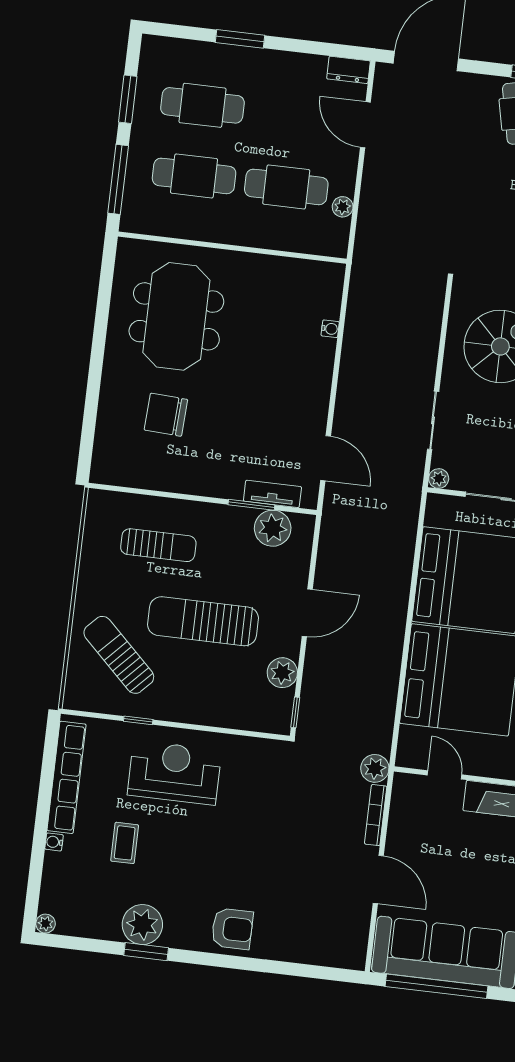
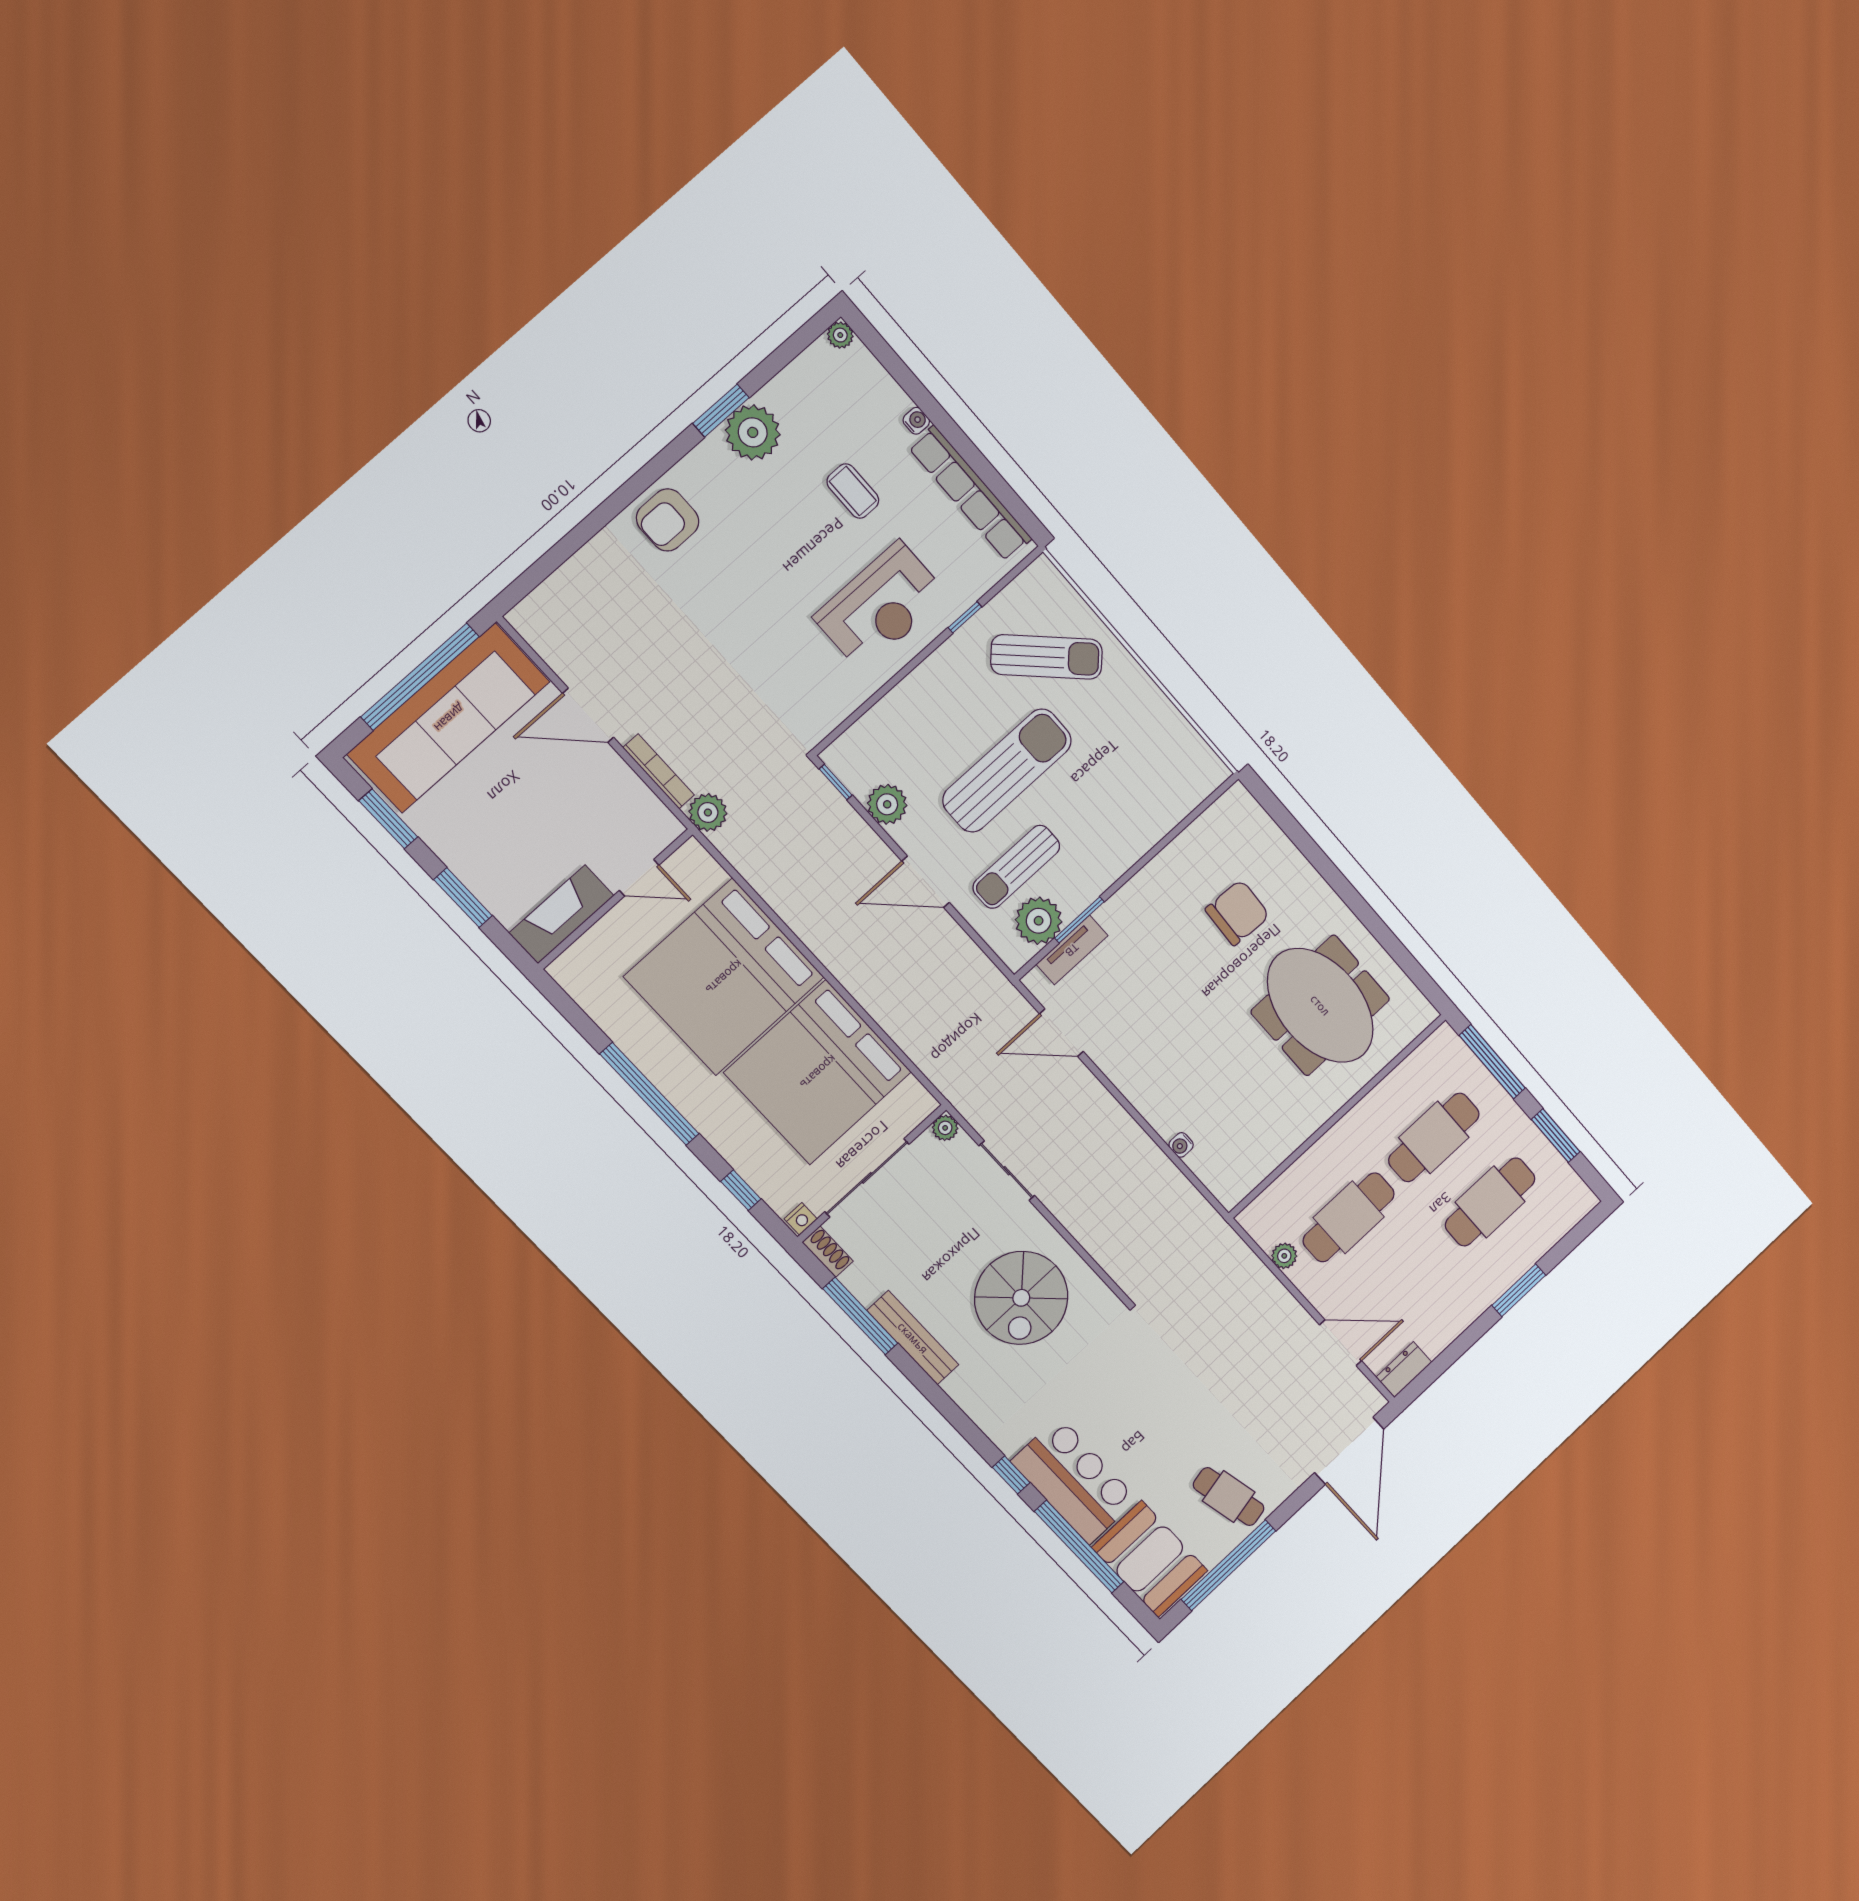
sun lounger: (158, 545) -> (1016, 867), moved
door: (307, 613) -> (926, 882), hinge flipped

